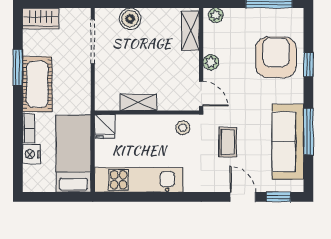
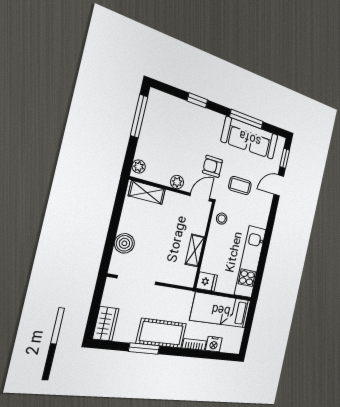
armchair: (276, 57) -> (213, 166), moved, width x0.53, depth x0.53

